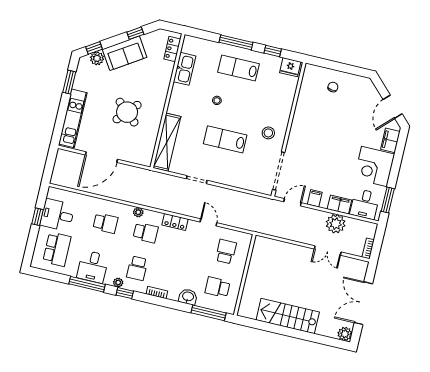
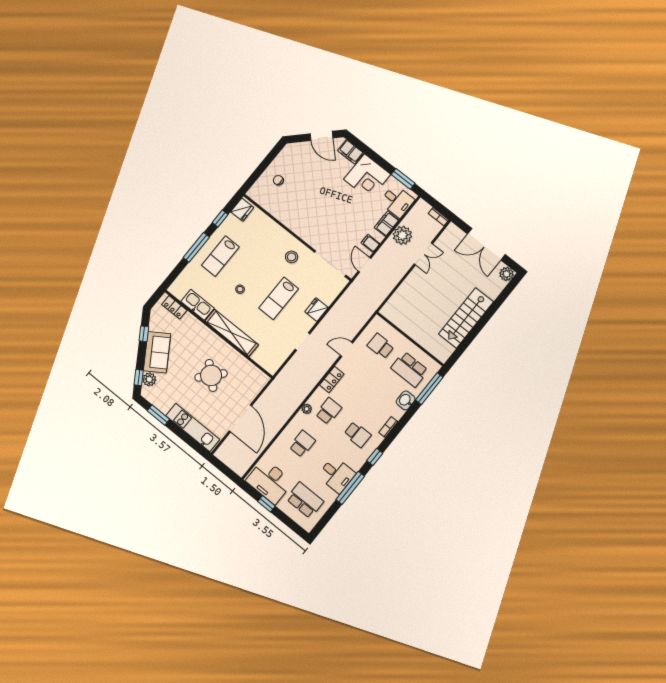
shelving: (167, 142) -> (232, 333), moved
fridge: (231, 178) -> (316, 310), added
desk: (57, 215) -> (270, 481), width x1.37
plant: (118, 283) -> (362, 458), removed
school desk: (217, 287) -> (410, 369), width x1.85

